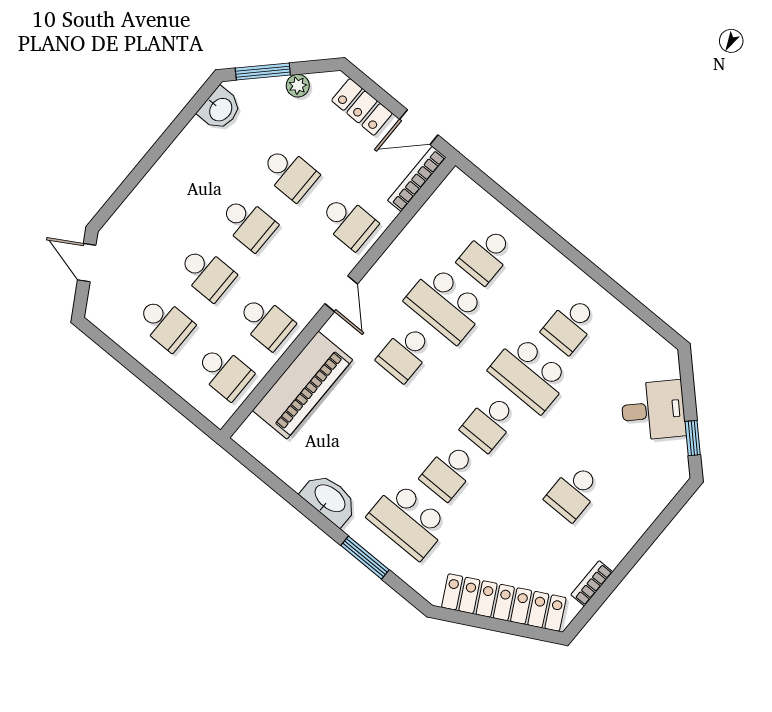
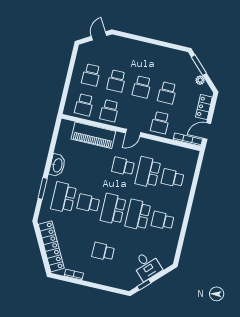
washbasin: (220, 109) -> (178, 56), removed
door: (419, 127) -> (207, 131), hinge flipped
school desk: (489, 423) -> (113, 209), width x1.85

